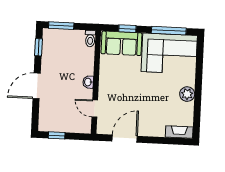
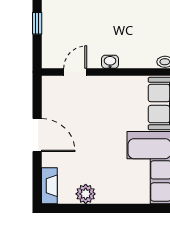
plant: (187, 94) -> (86, 194), moved
door: (125, 139) -> (37, 135), moved

